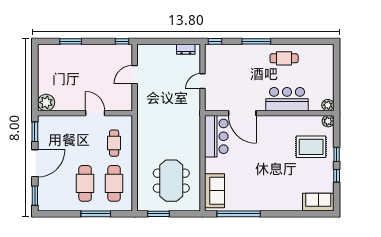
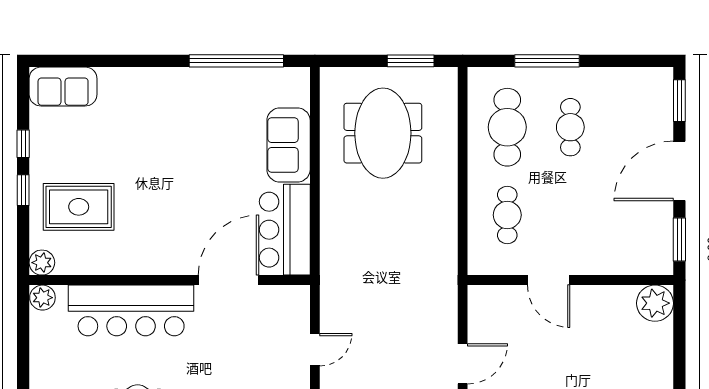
bar counter: (287, 99) -> (131, 310), width x1.36
door: (242, 113) -> (228, 280), hinge flipped
cafe table: (85, 183) -> (570, 127), width x0.73, depth x0.74
sofa: (215, 191) -> (289, 145), moved

